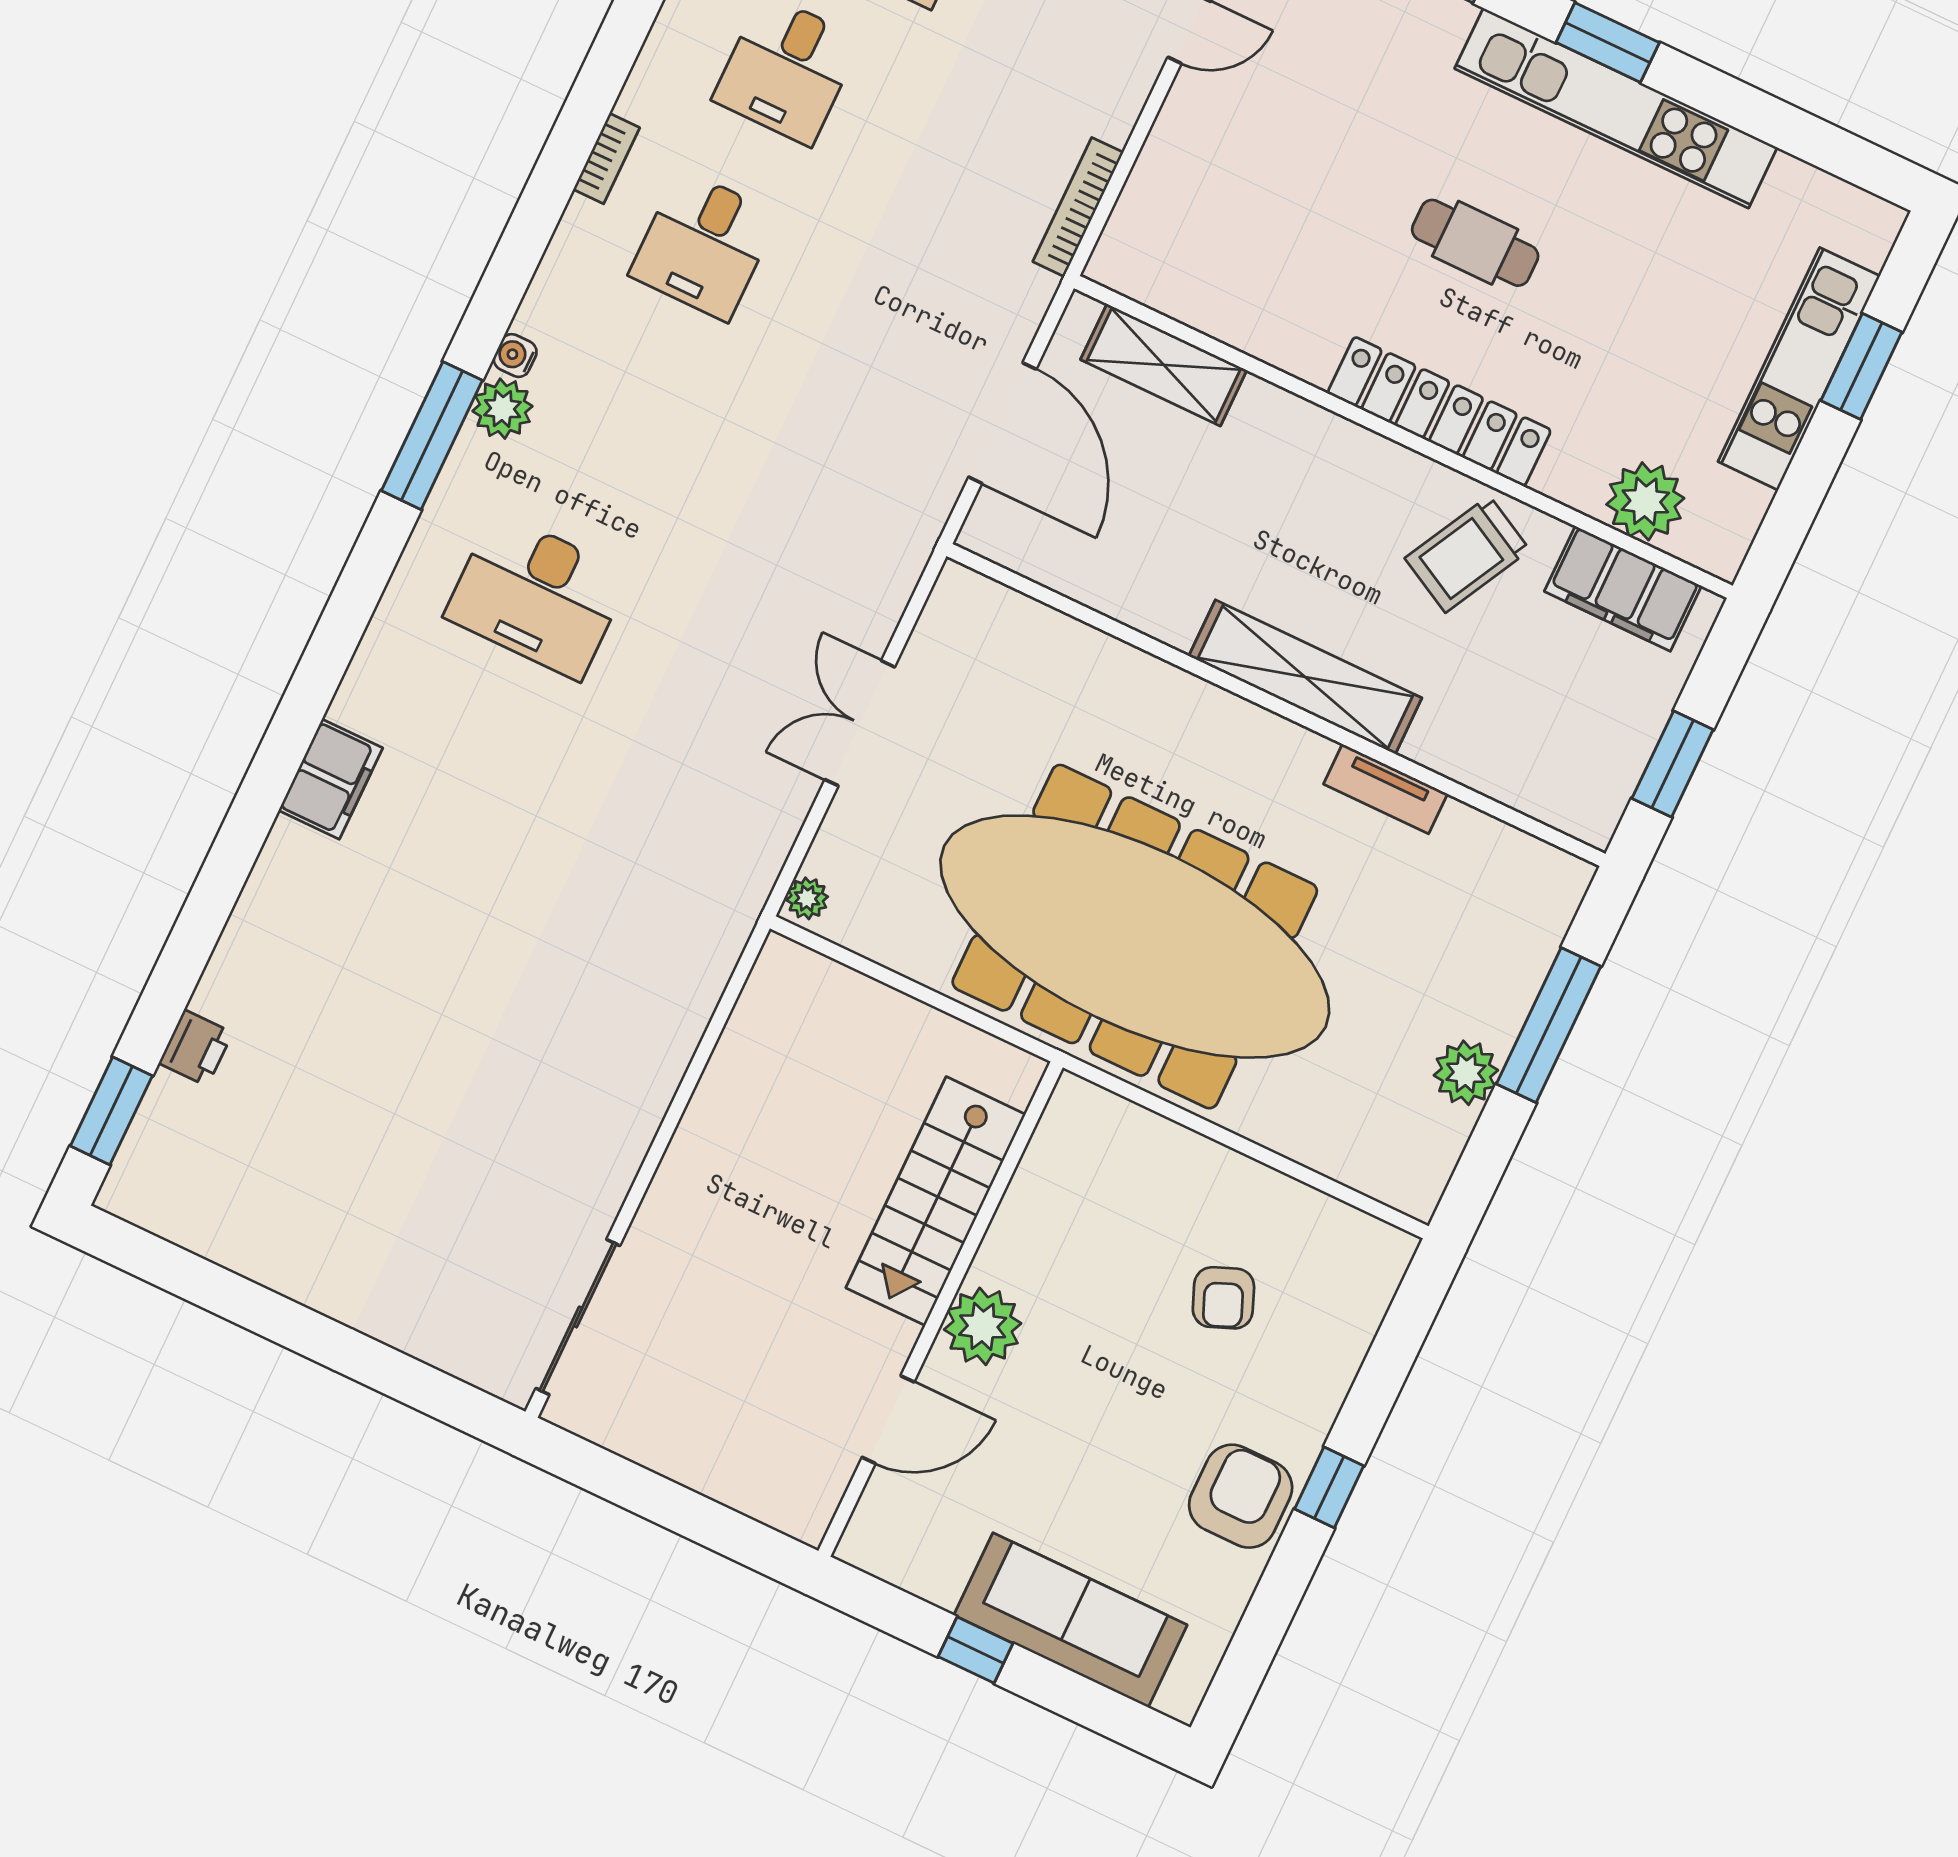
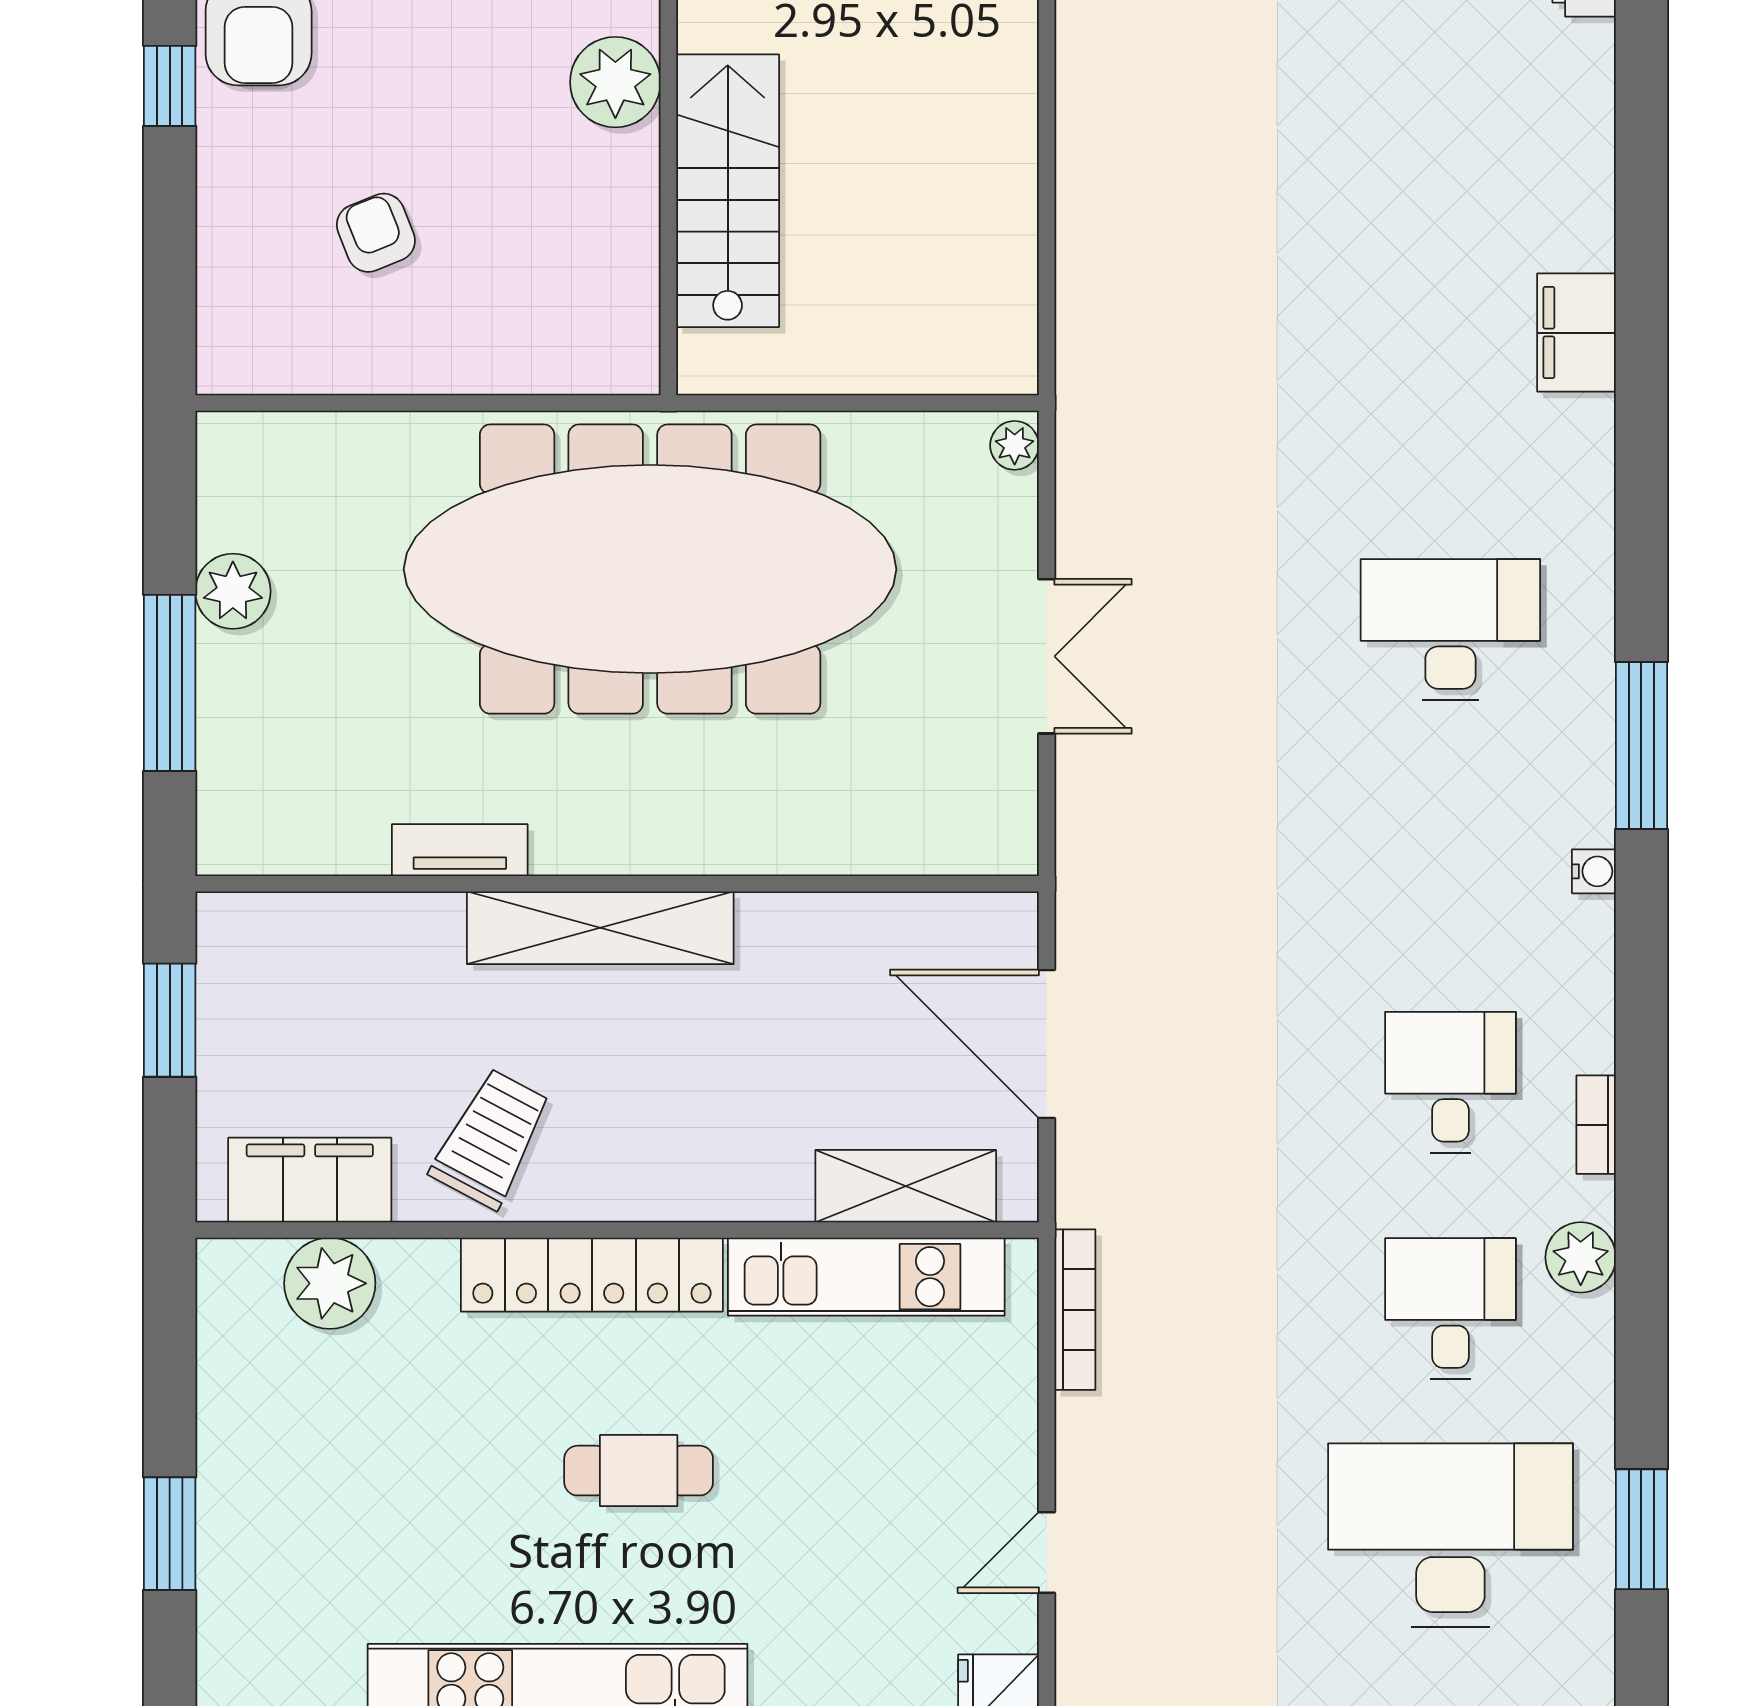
kitchen unit: (1799, 369) -> (866, 1277), moved, turned 90
plant: (502, 409) -> (1581, 1257), moved

